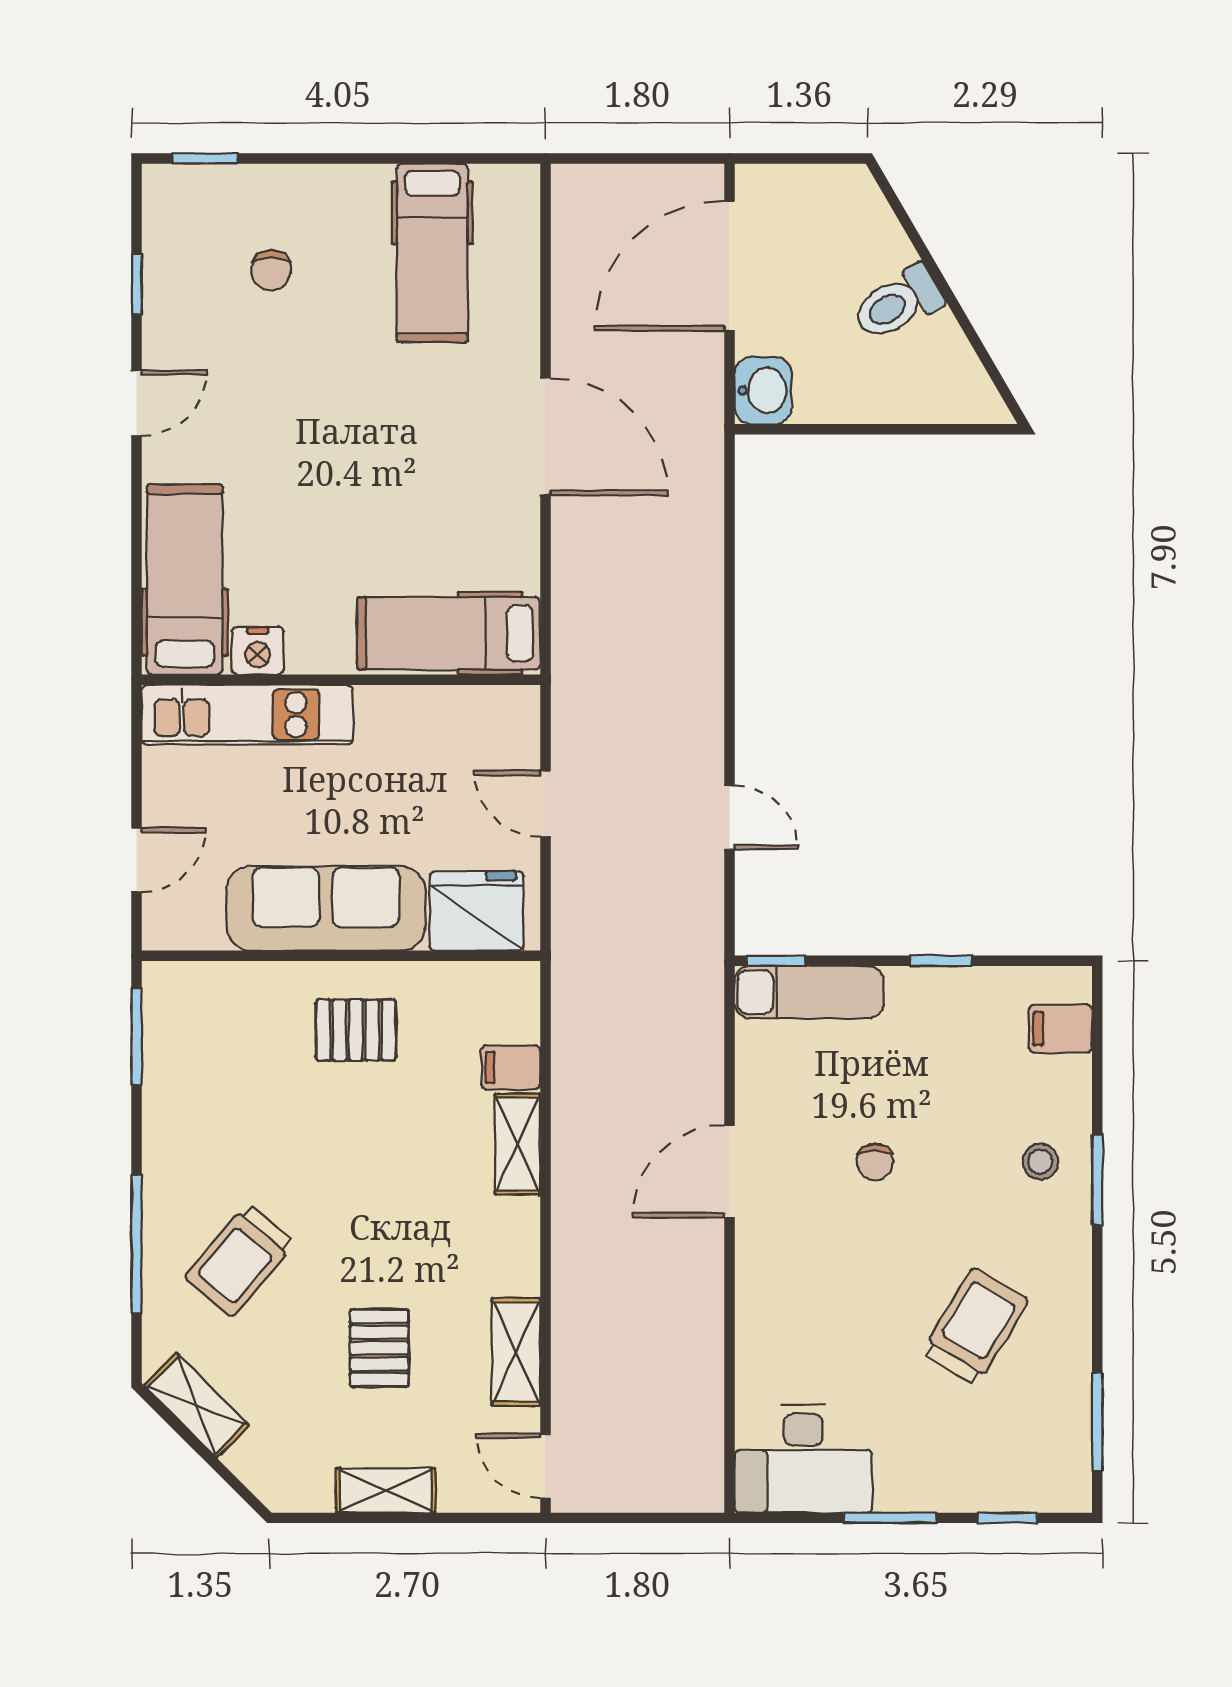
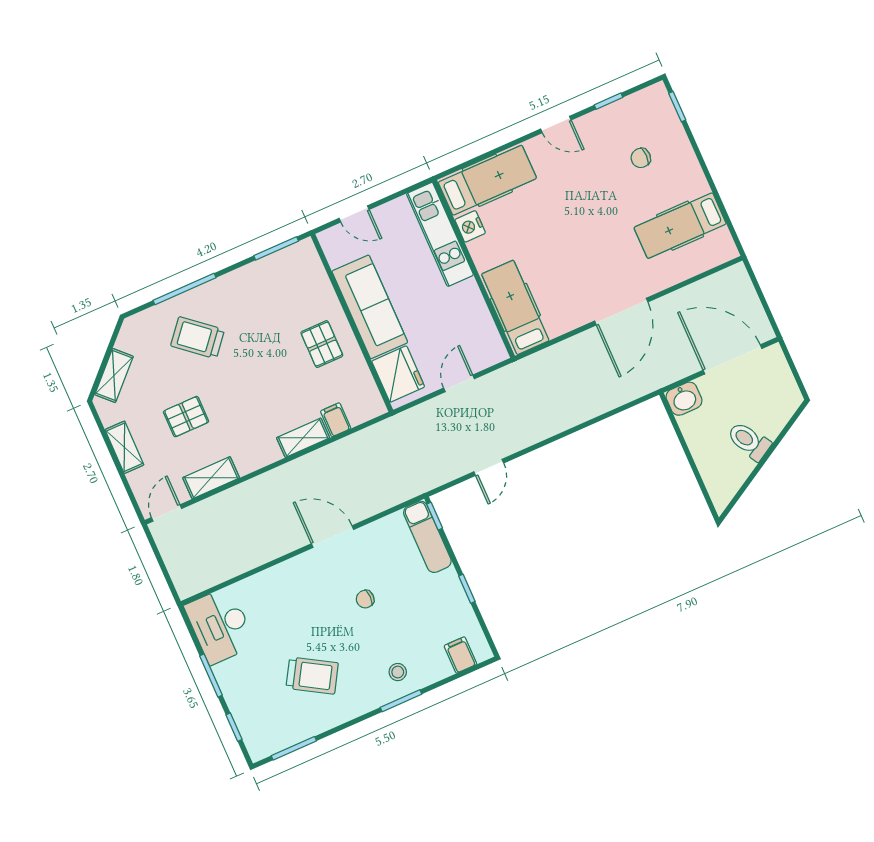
shelving: (197, 1405) -> (114, 375), moved

